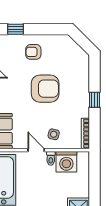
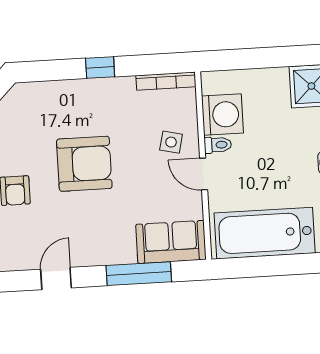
armchair: (45, 89) -> (84, 164), turned 90
door: (36, 150) -> (204, 174), hinge flipped

